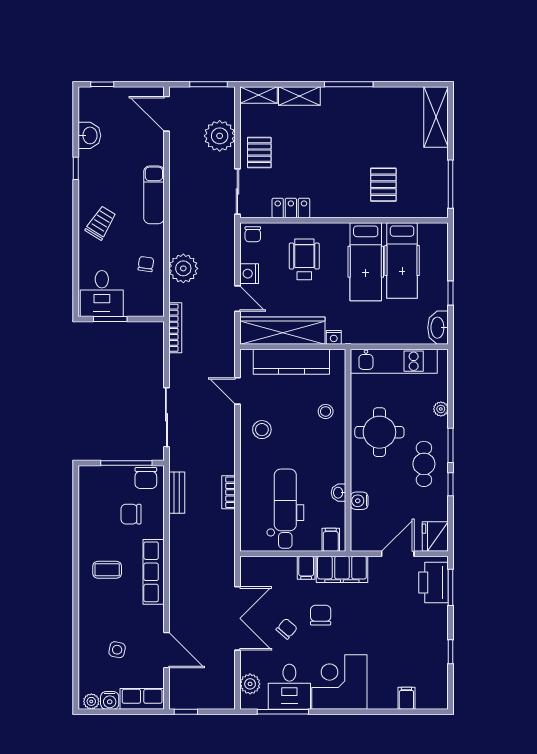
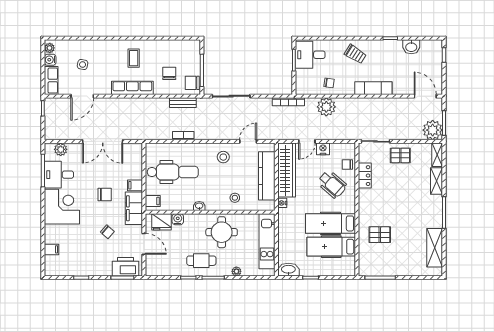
door: (166, 114) -> (425, 96), hinge flipped
shelving: (436, 117) -> (435, 248), moved, turned 90
plant: (220, 136) -> (433, 130), moved
chair: (253, 234) -> (347, 165), moved
wheelchair: (304, 259) -> (332, 184), turned 41
washbasin: (339, 493) -> (199, 206), moved
fridge: (435, 536) -> (162, 222), moved, turned 180
chair: (287, 629) -> (107, 232), moved

